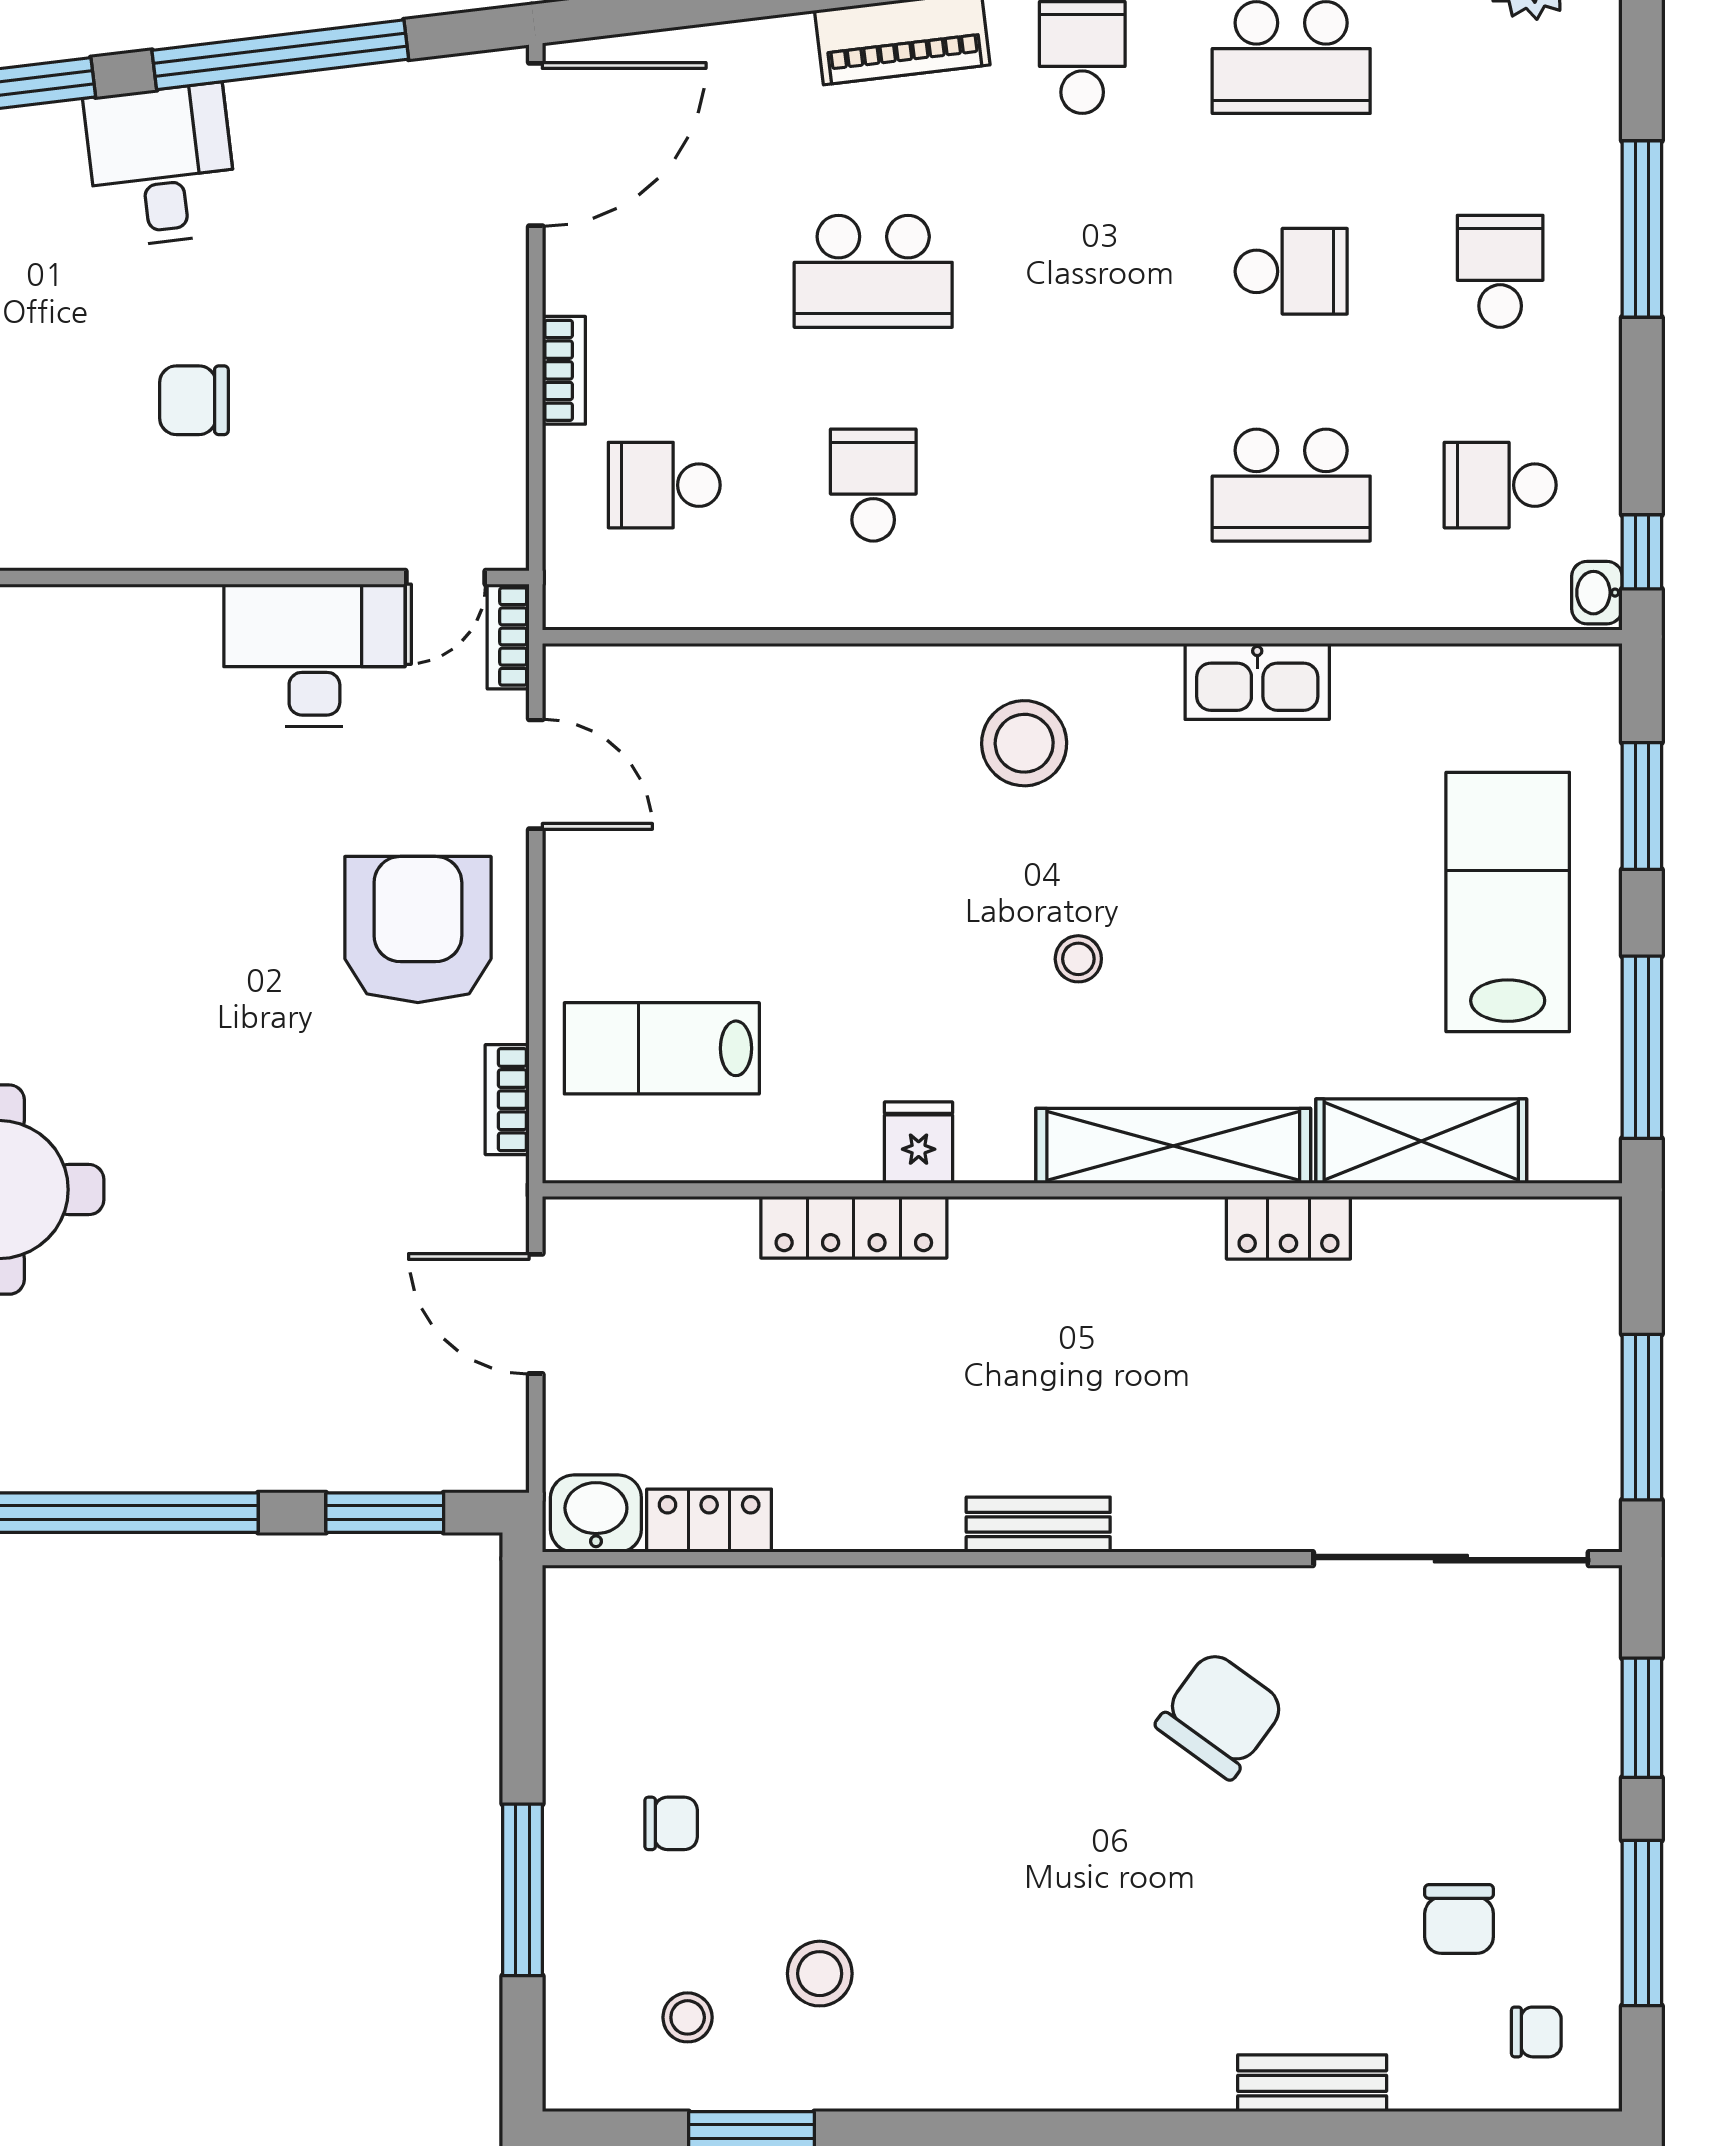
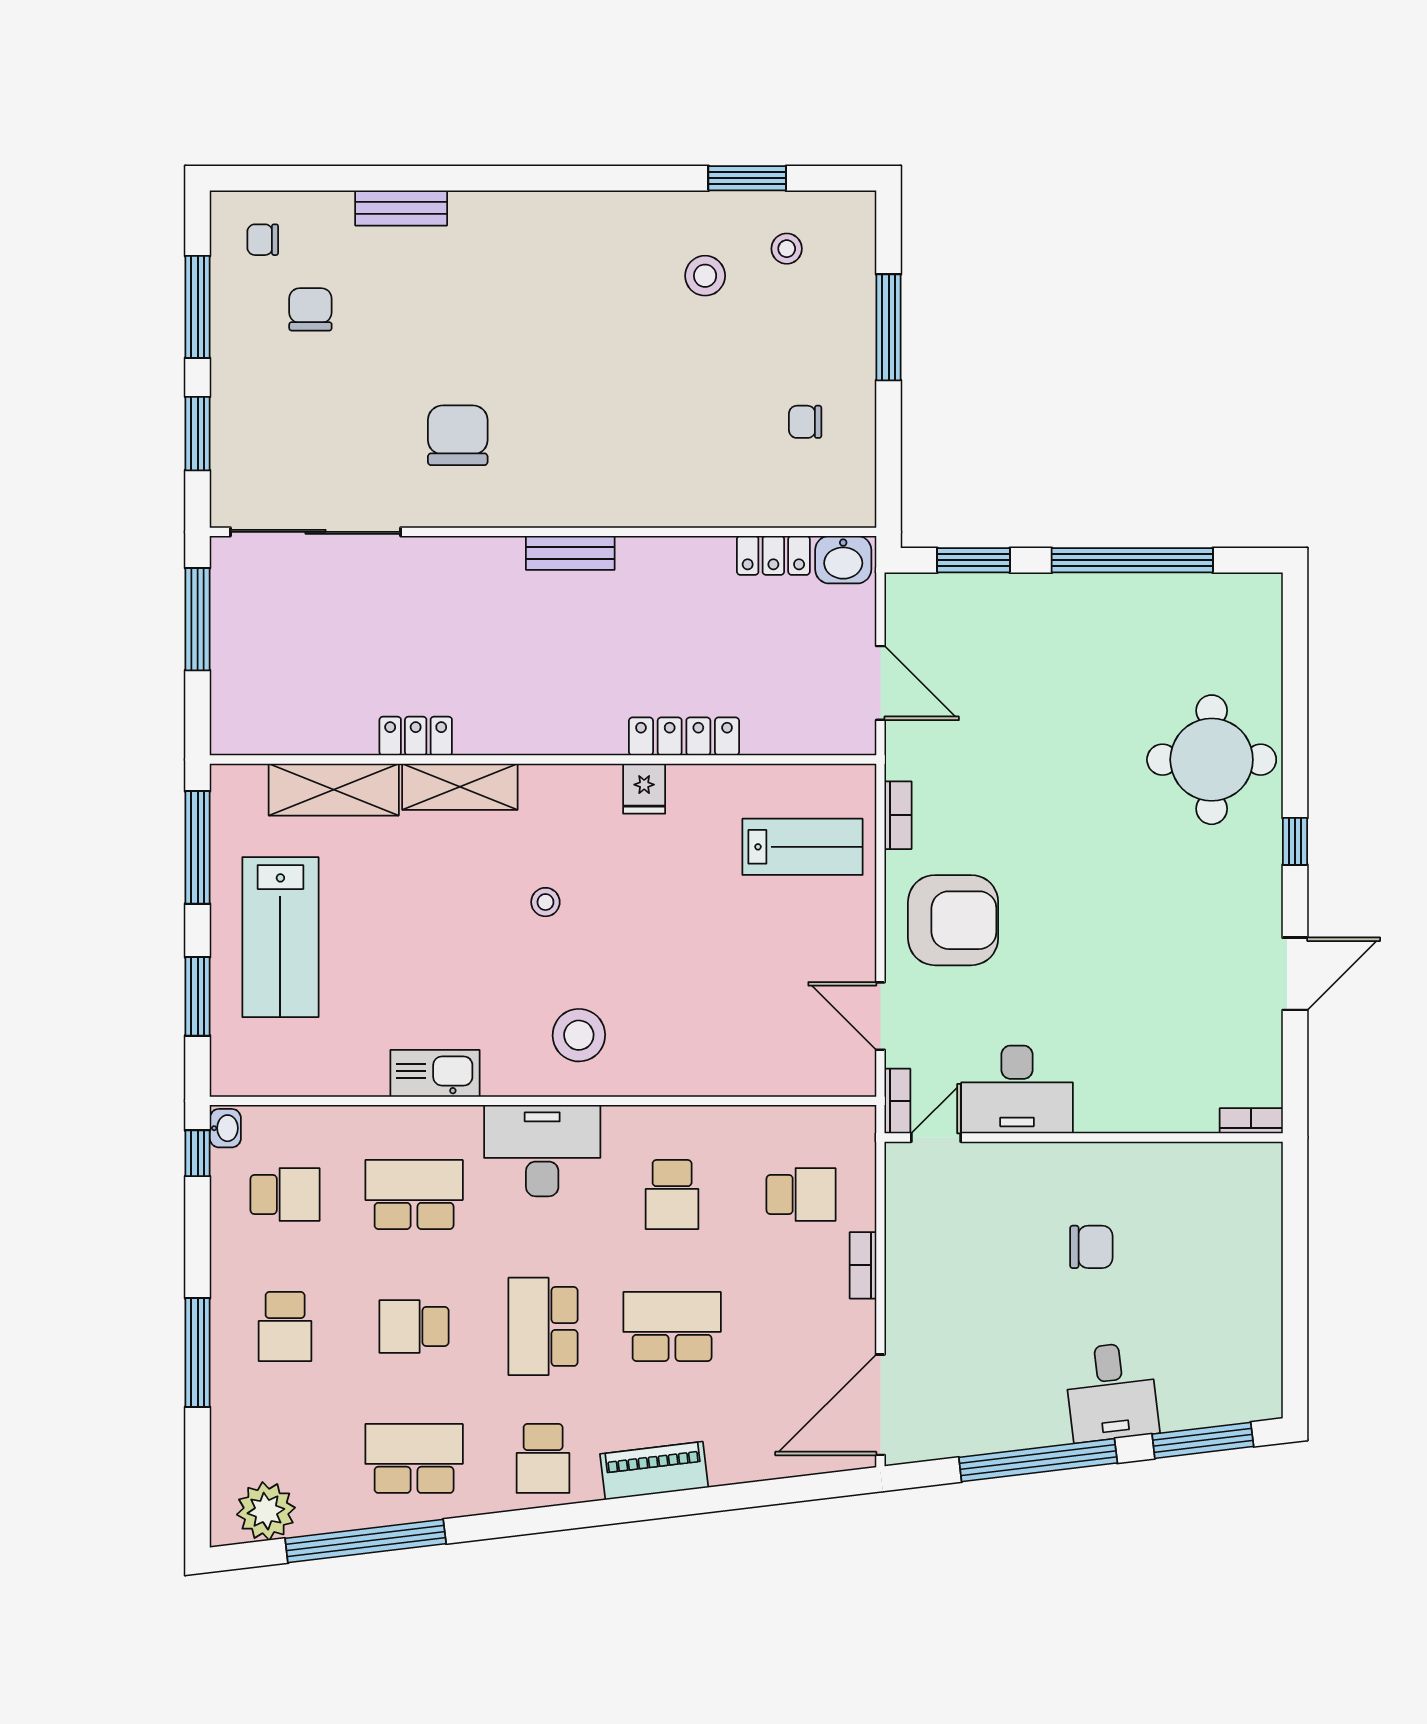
school desk: (1082, 271) -> (543, 1326), added
desk: (1084, 556) -> (542, 1151), added
armchair: (418, 930) -> (953, 920), turned -90
shelving: (1173, 1146) -> (460, 787), width x0.68
chair: (1220, 1715) -> (458, 435), turned 144
chair: (671, 1823) -> (805, 422), moved

